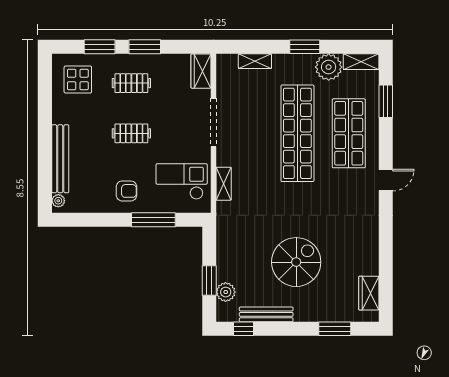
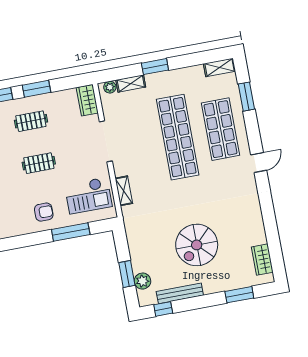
window: (305, 47) -> (155, 67), moved
plant: (329, 67) -> (110, 87), moved, width x0.53, depth x0.53
checkout: (182, 181) -> (88, 196), turned 180
spiral stairs: (296, 262) -> (197, 245), turned 180

